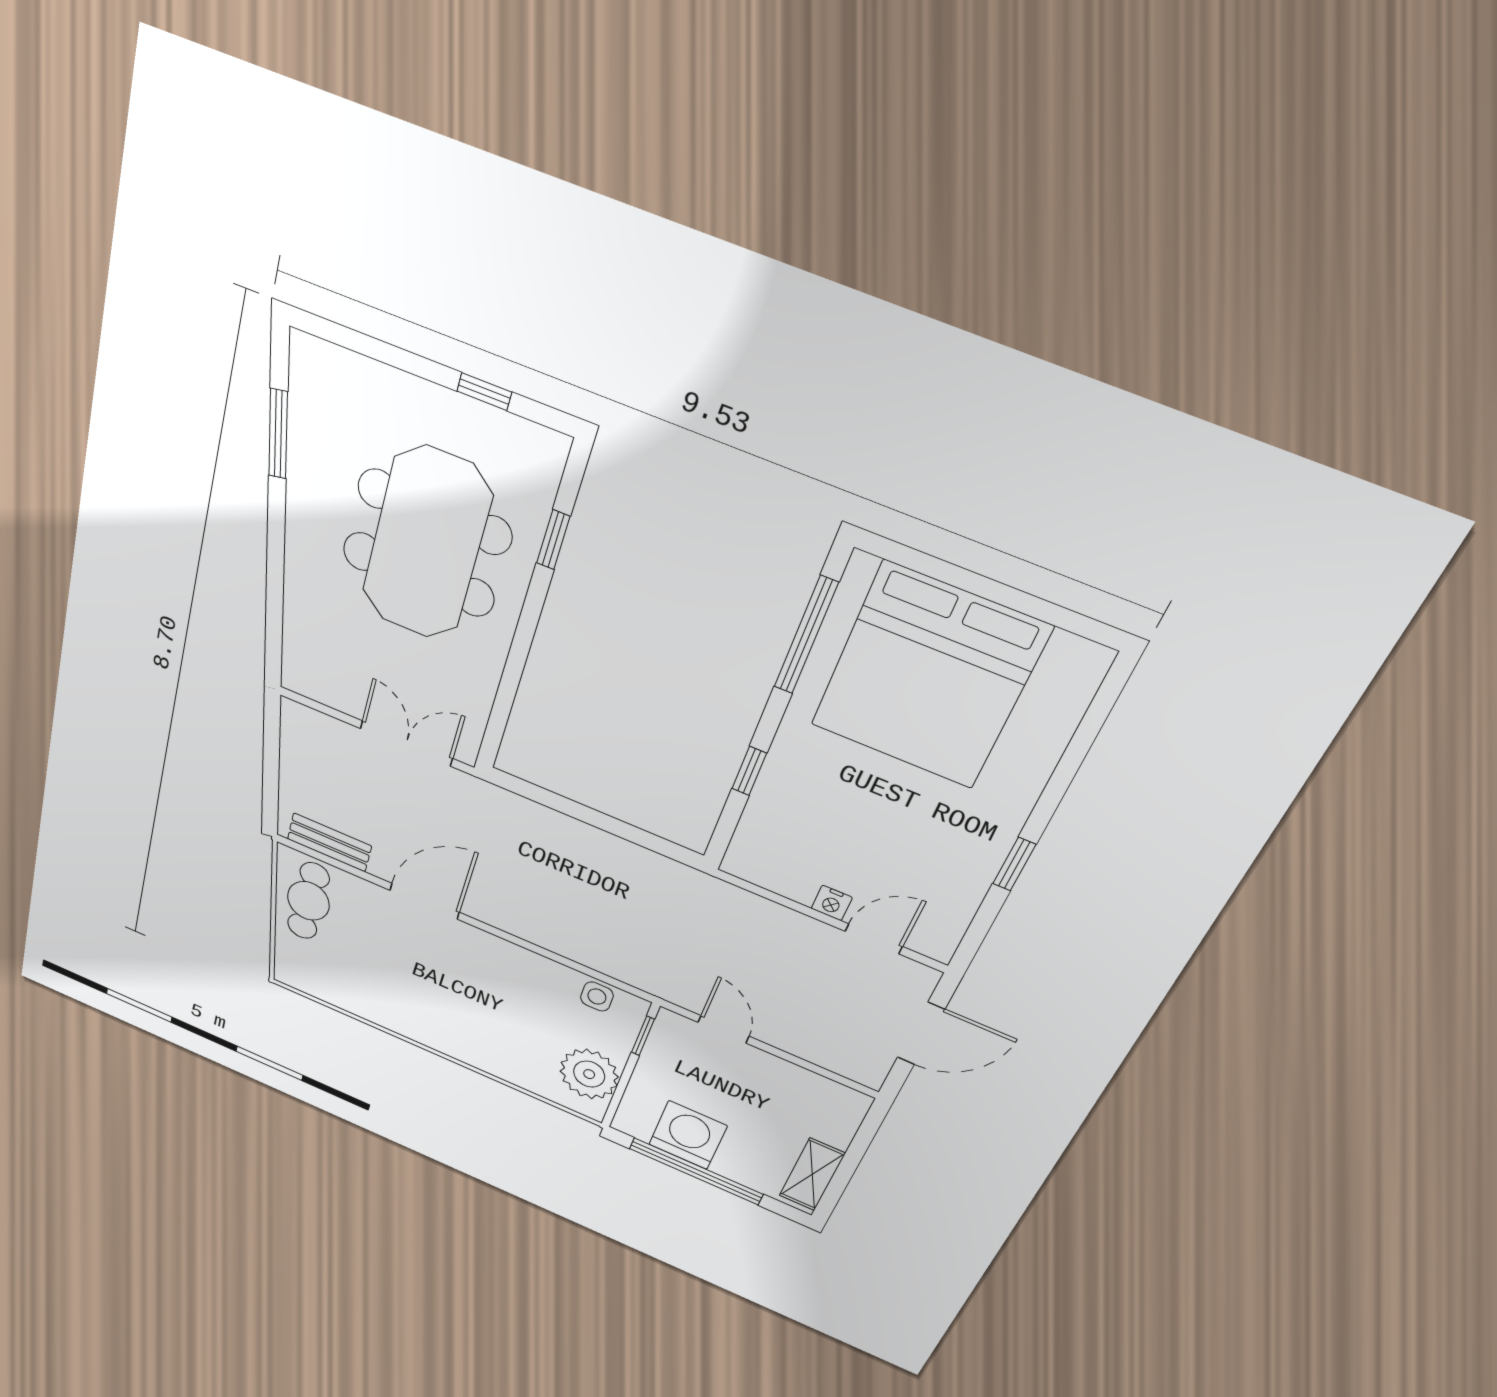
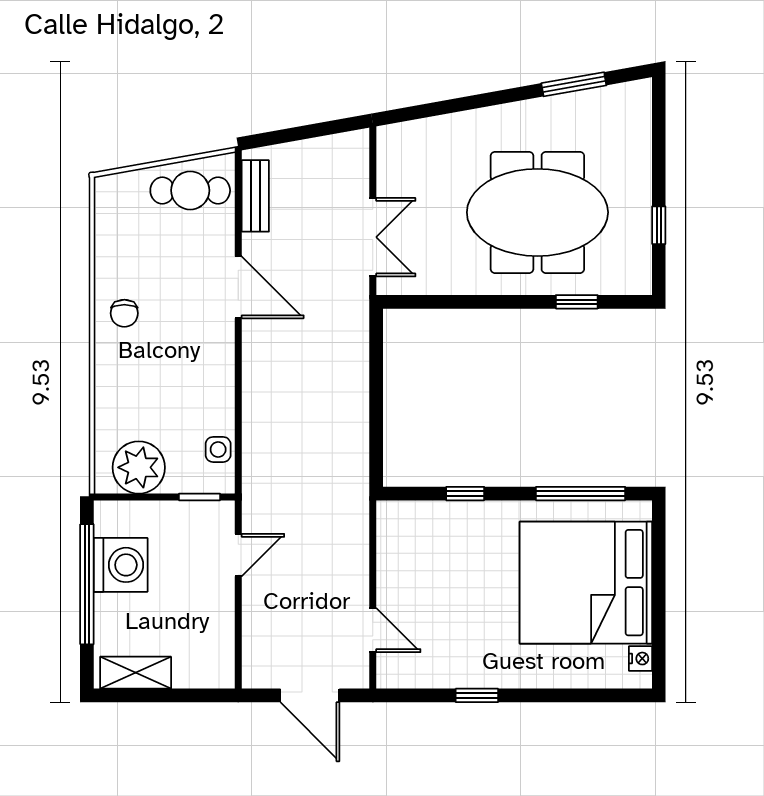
nightstand: (832, 903) -> (640, 659), moved, turned 180
chair: (421, 1015) -> (124, 313), added

